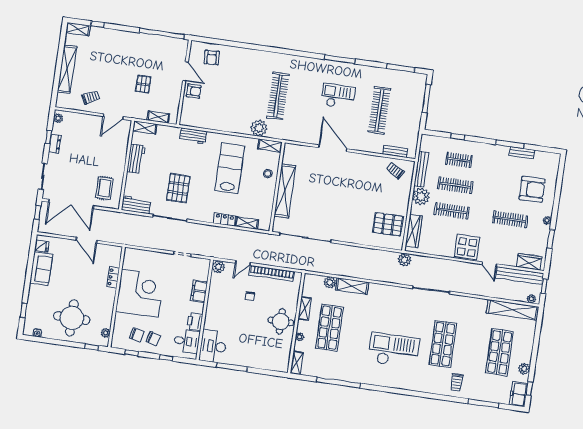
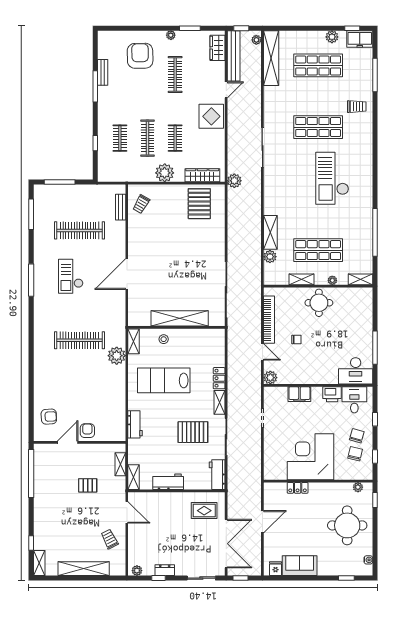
bench: (421, 169) -> (135, 177), removed
clothes rail: (452, 211) -> (175, 138), width x0.73
shelving: (247, 223) -> (219, 402), moved

